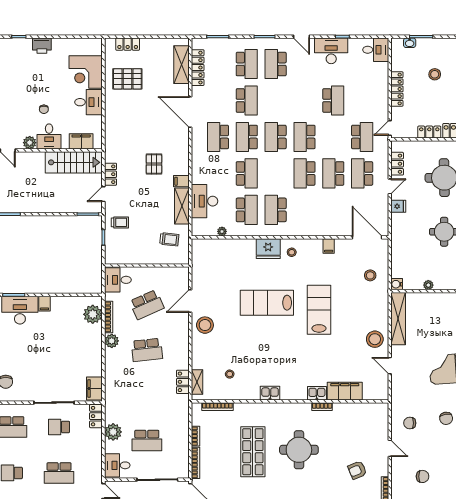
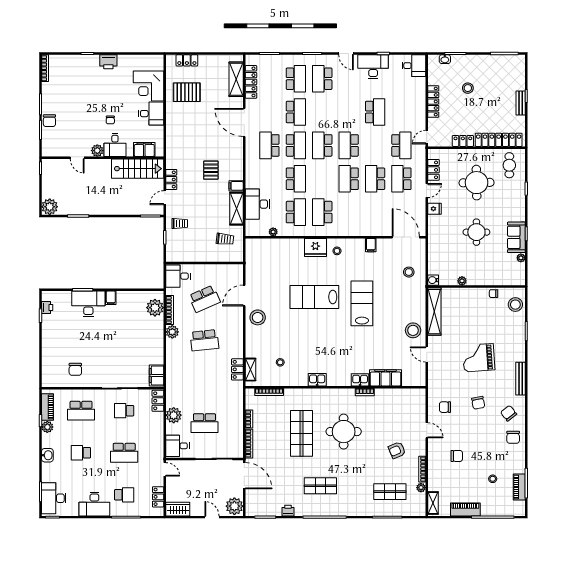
school desk: (247, 137) -> (296, 145), turned 180

